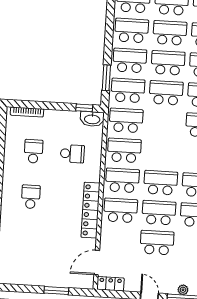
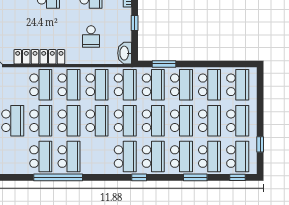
window: (84, 108) -> (135, 23), moved
school desk: (164, 123) -> (125, 121), added
school desk: (162, 153) -> (97, 121), added

